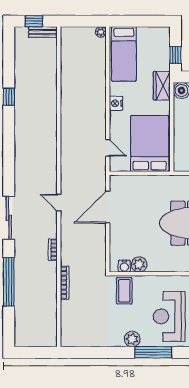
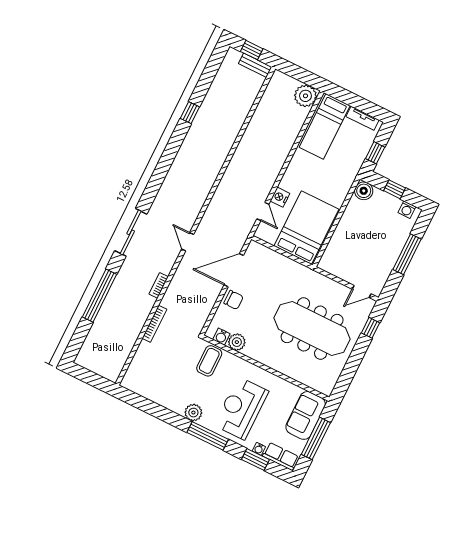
plant: (101, 32) -> (305, 96), width x1.87, depth x1.87
tv unit: (151, 32) -> (363, 118), added
wardrobe: (162, 86) -> (347, 176), removed
nightstand: (116, 103) -> (280, 197), moved
chair: (120, 231) -> (234, 300), added

